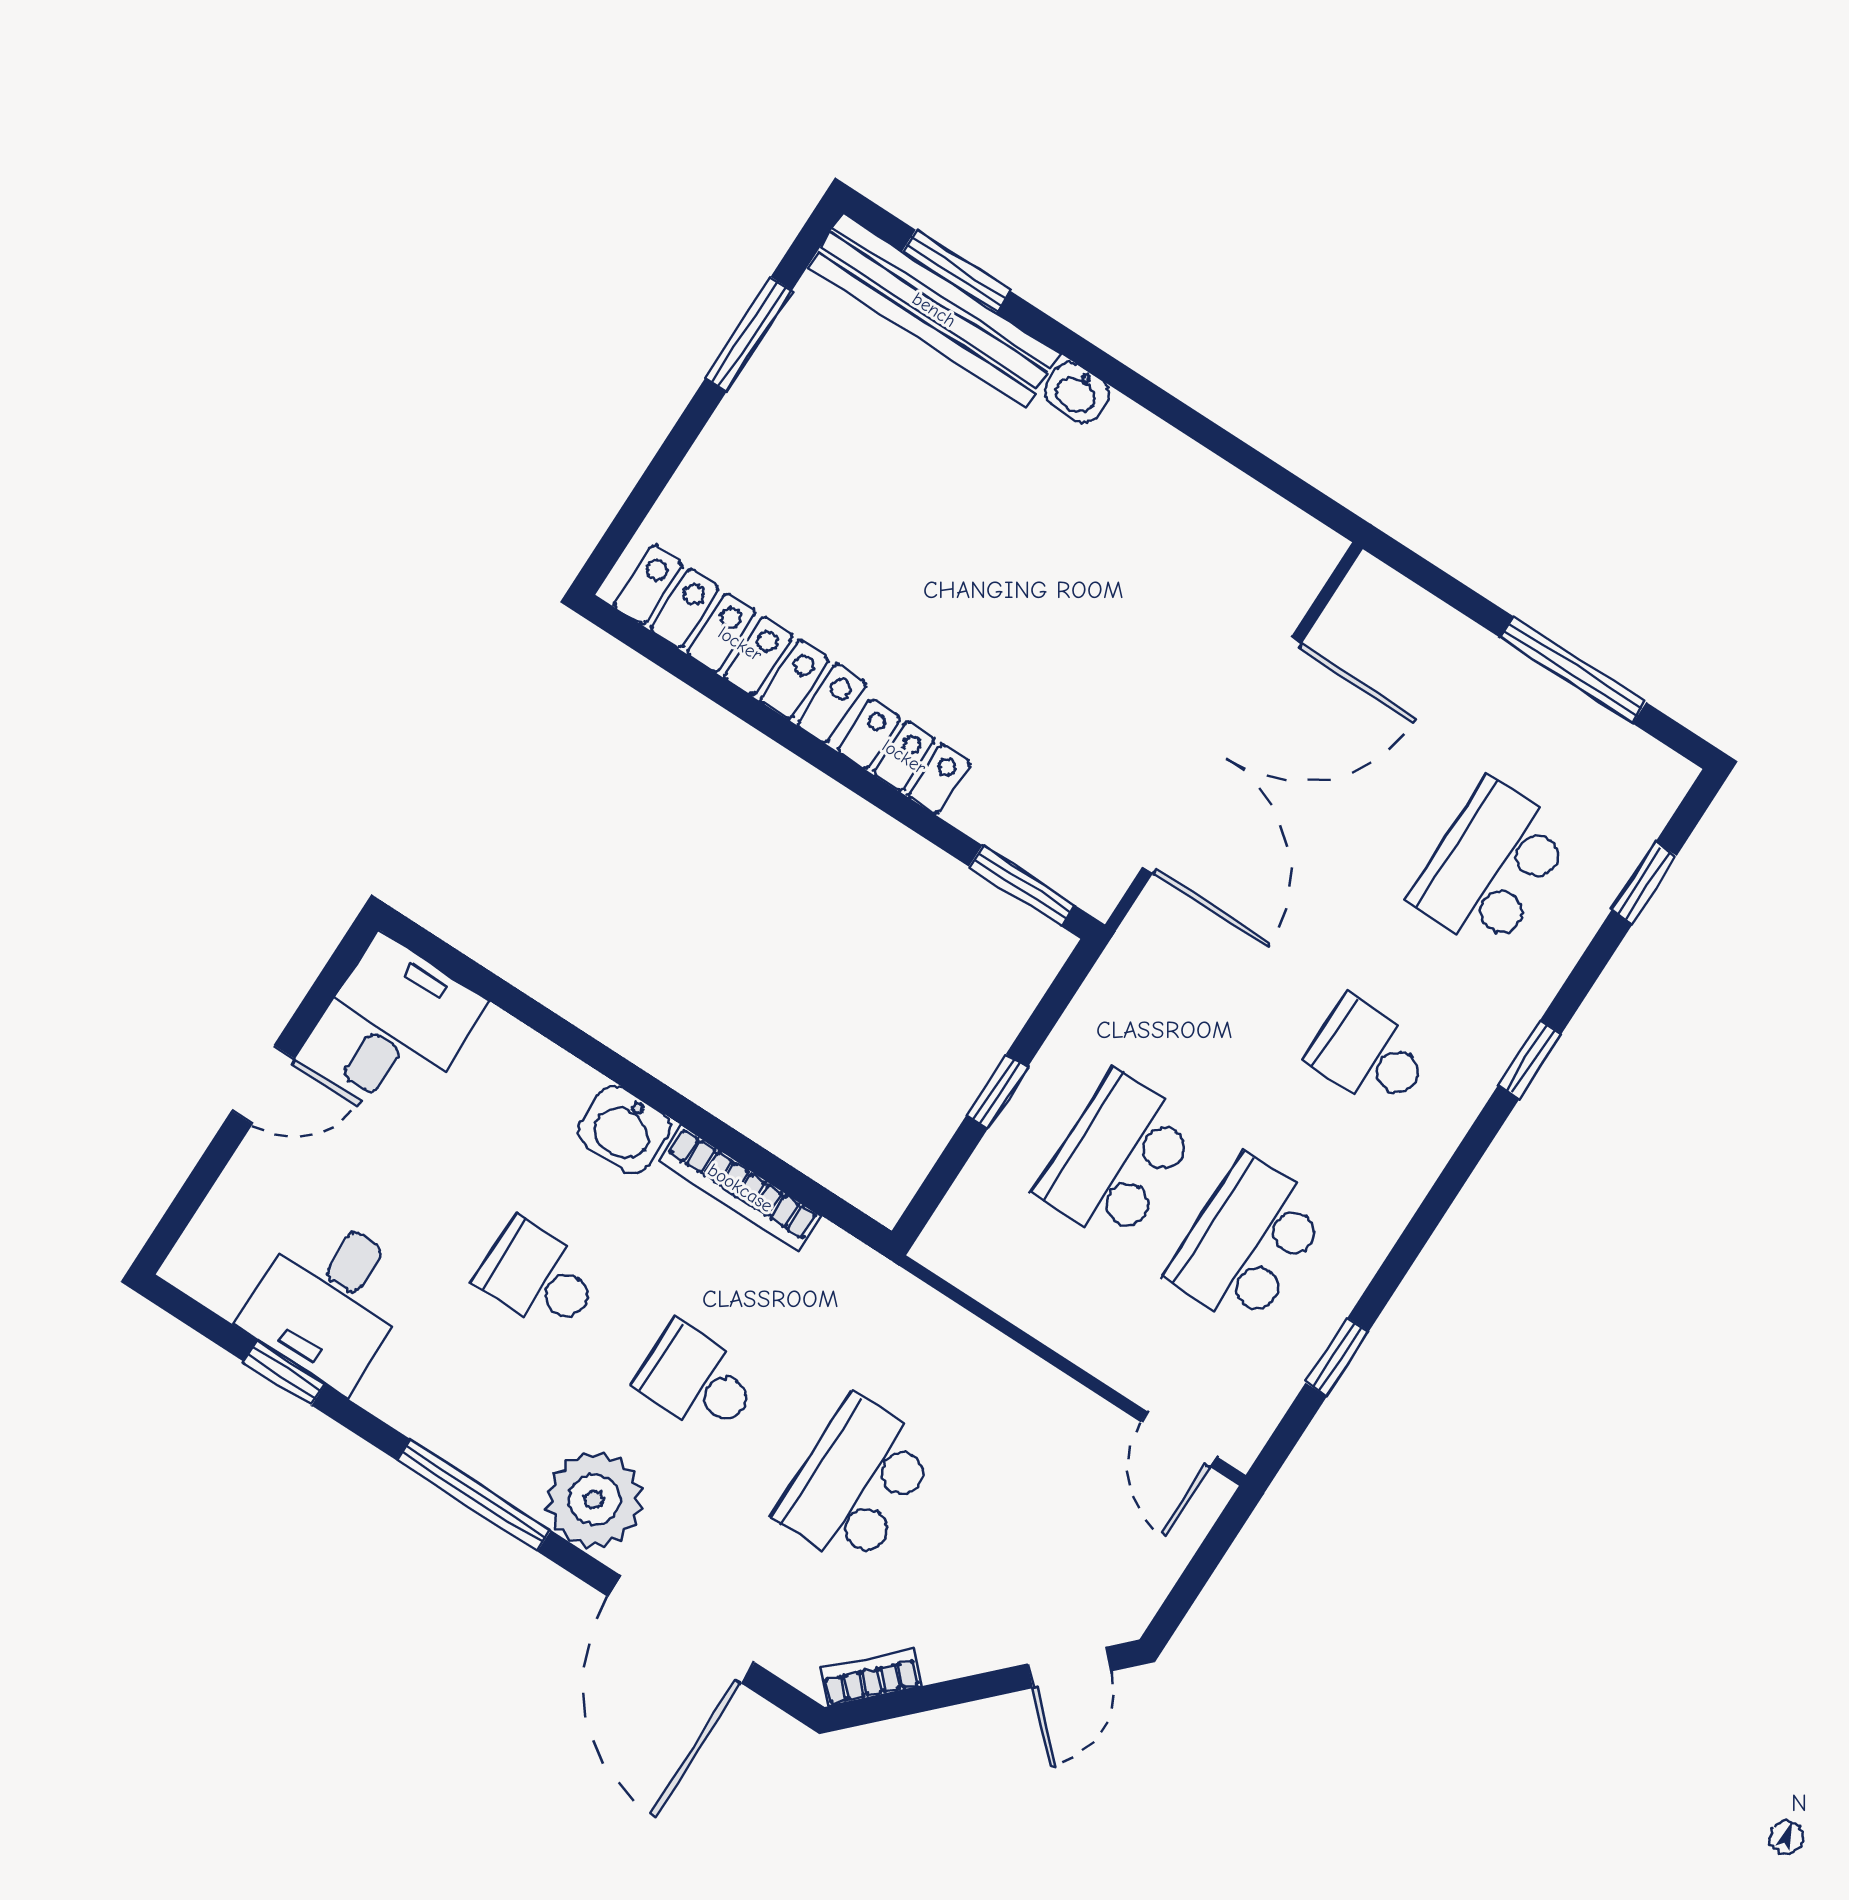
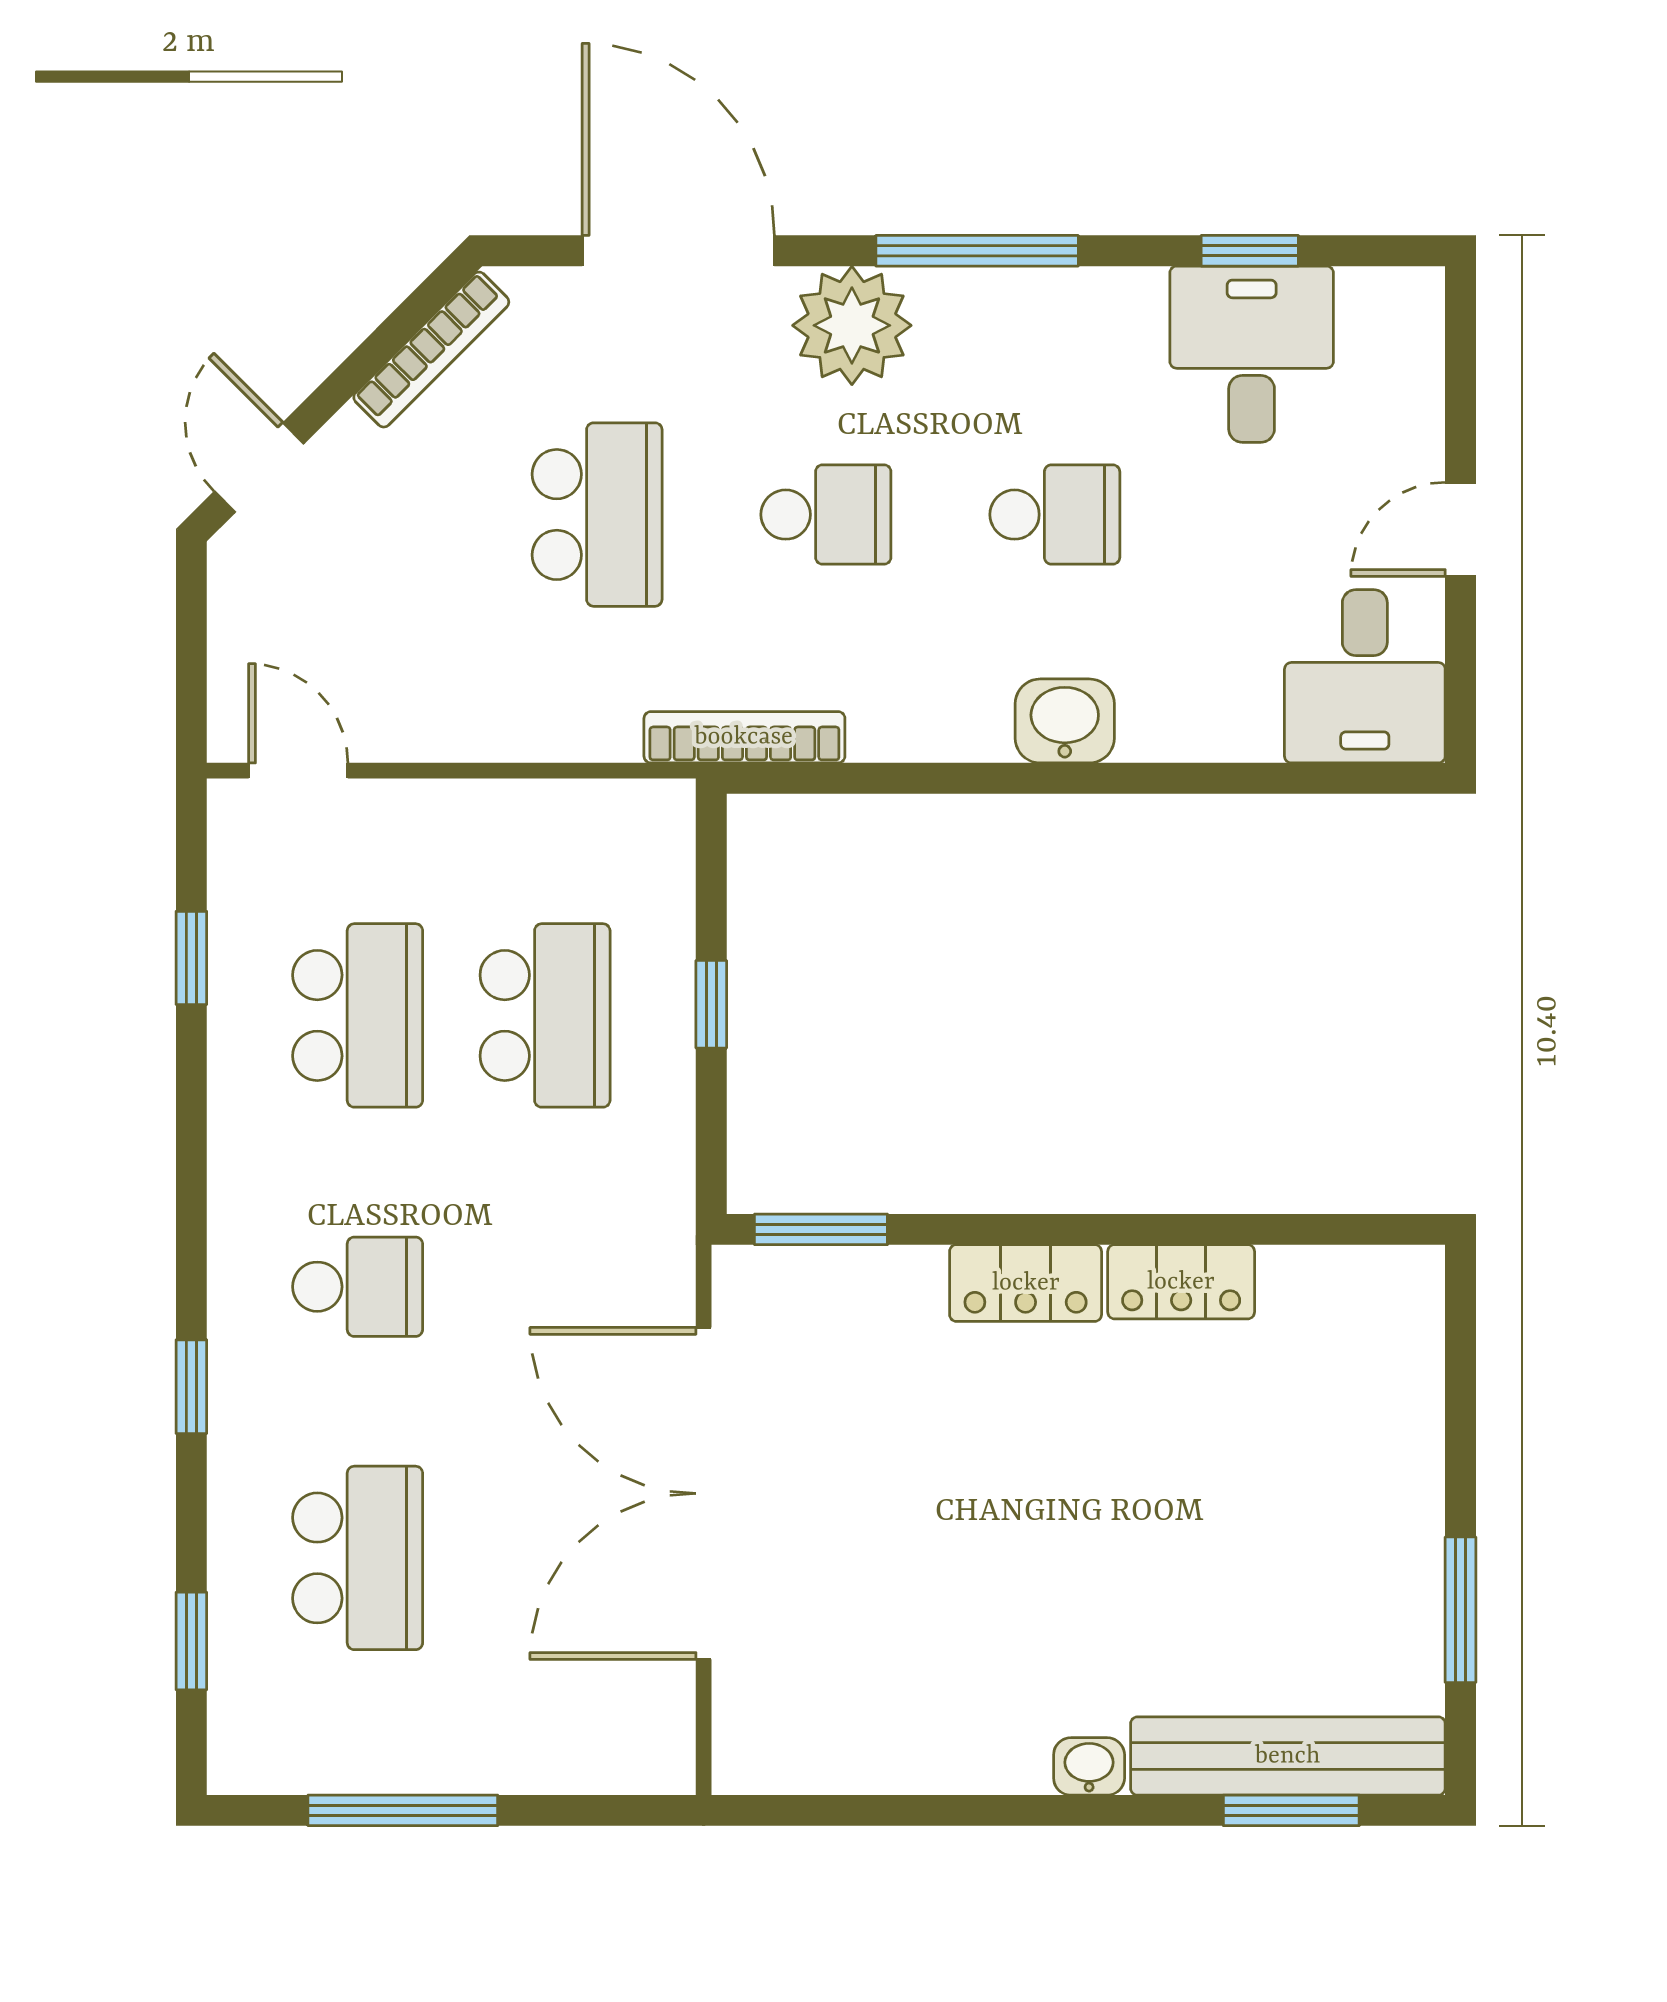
locker: (740, 644) -> (1181, 1282), width x0.46, depth x0.83
bookcase: (740, 1188) -> (744, 737), moved
bookcase: (871, 1678) -> (431, 350), width x1.56

